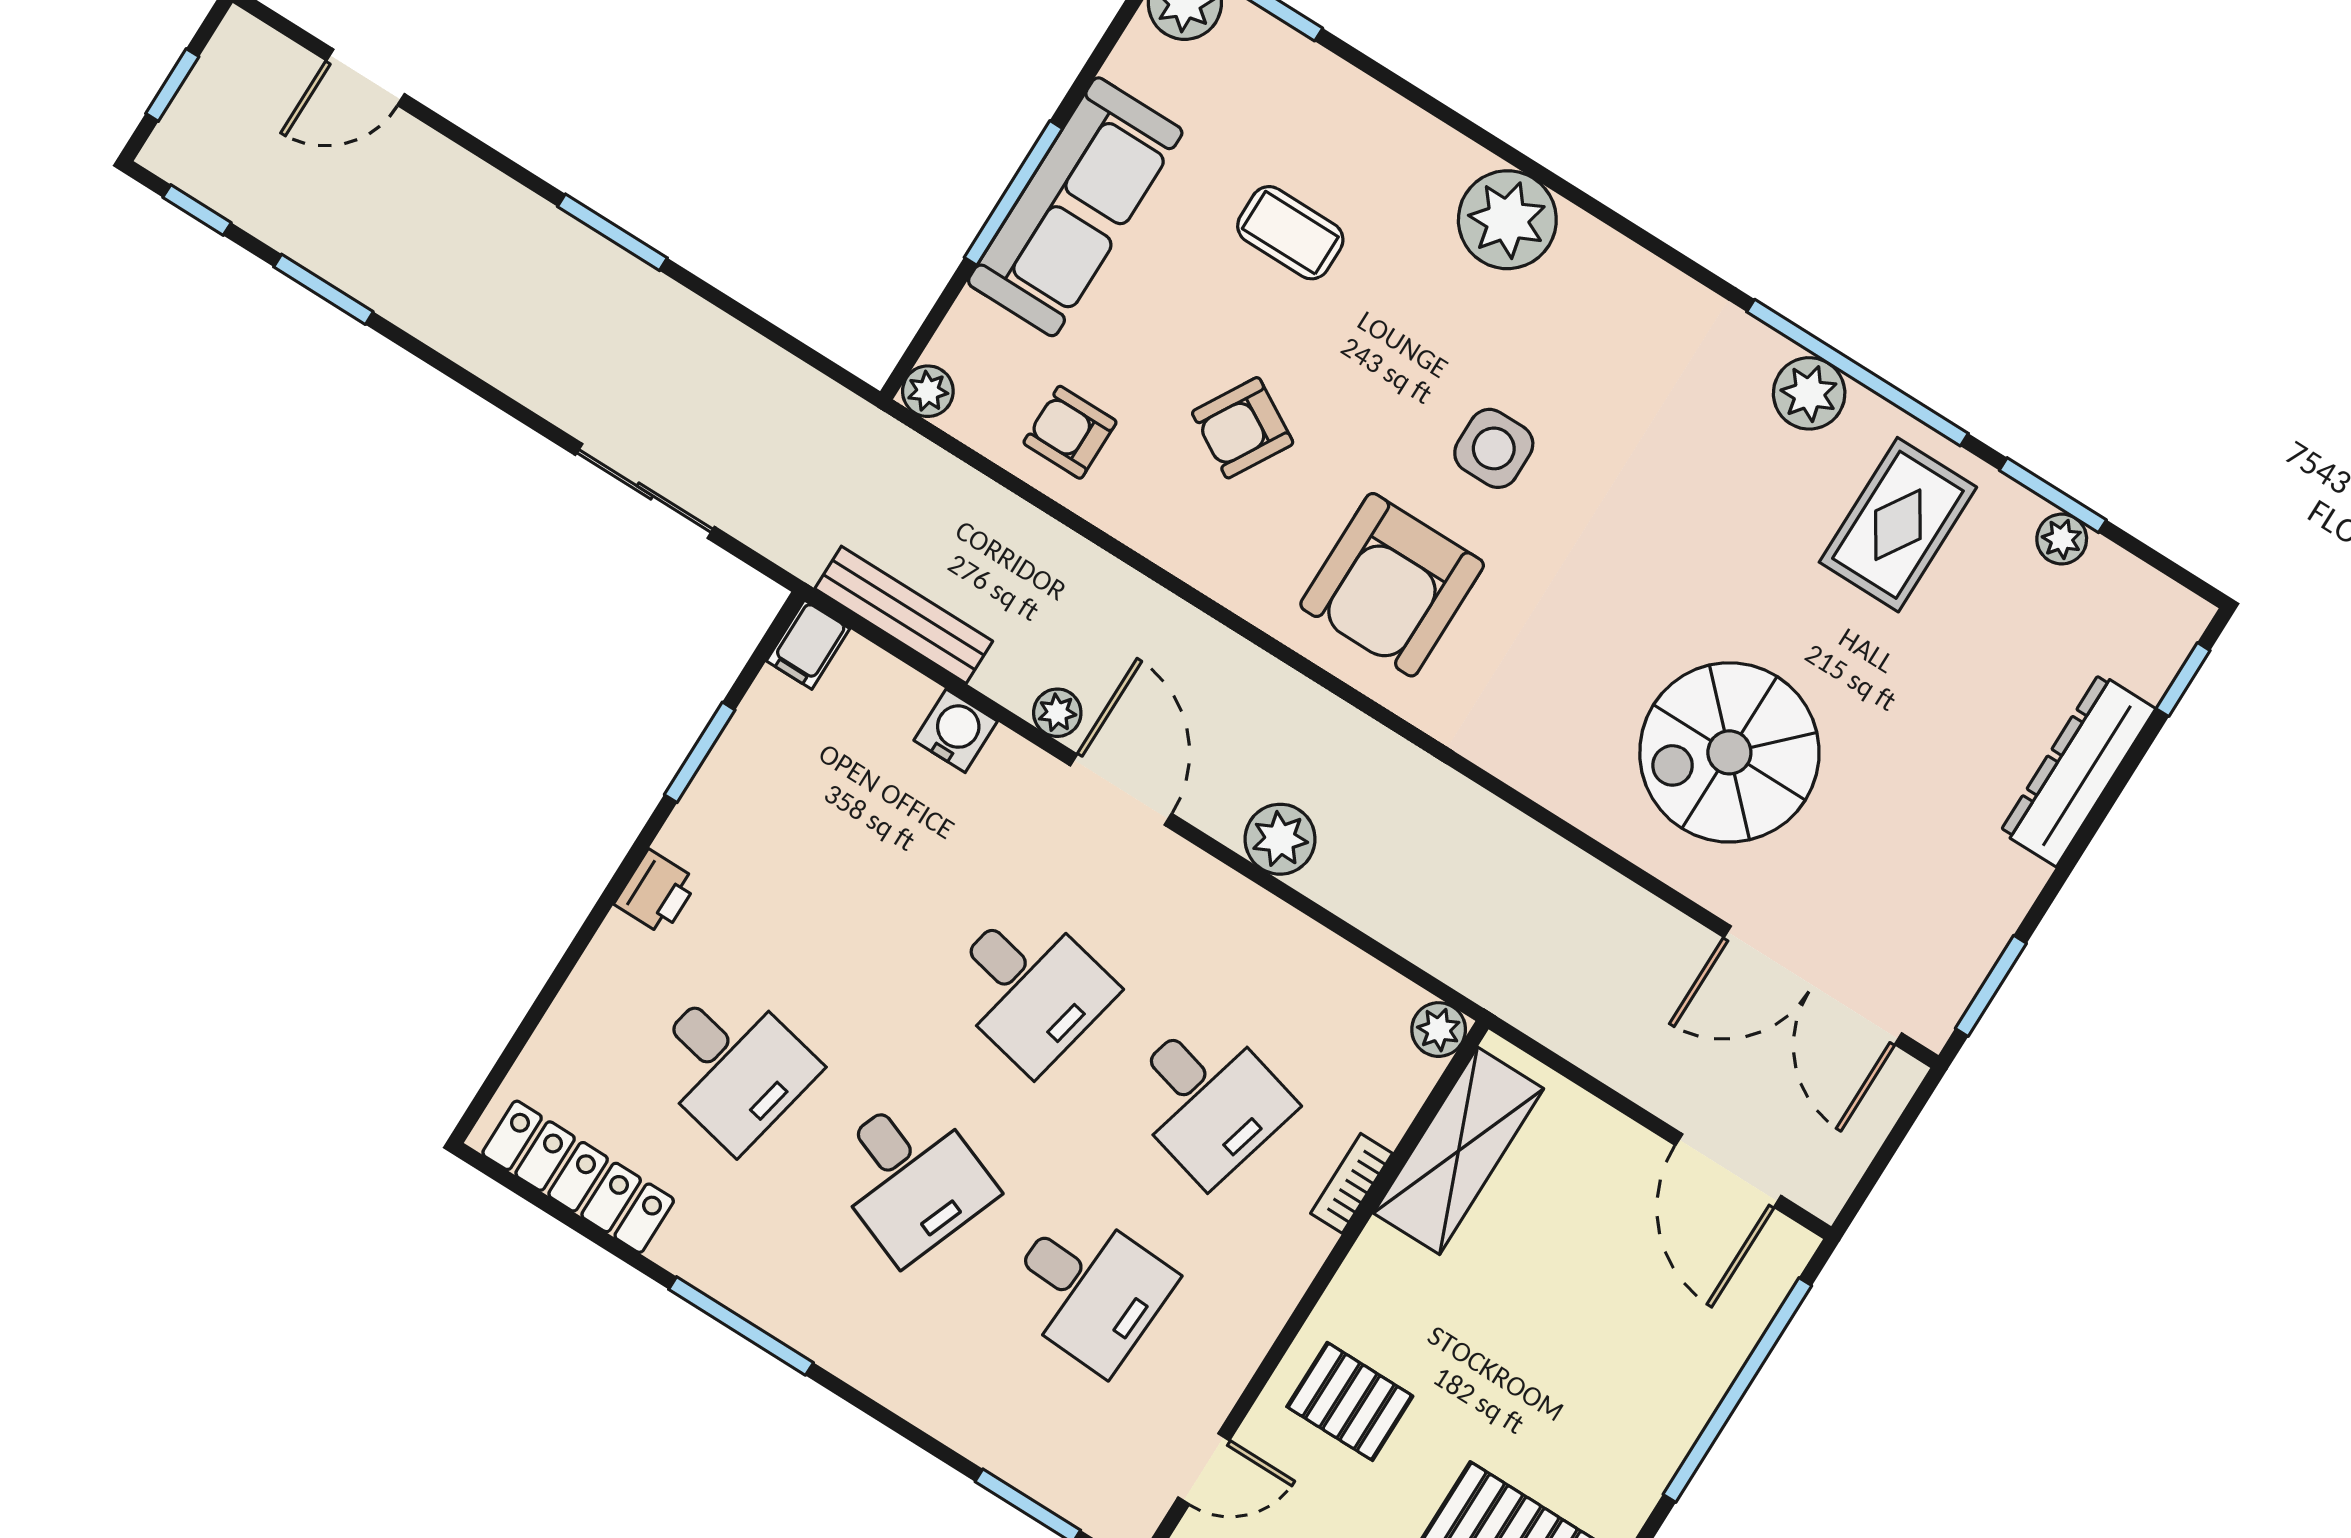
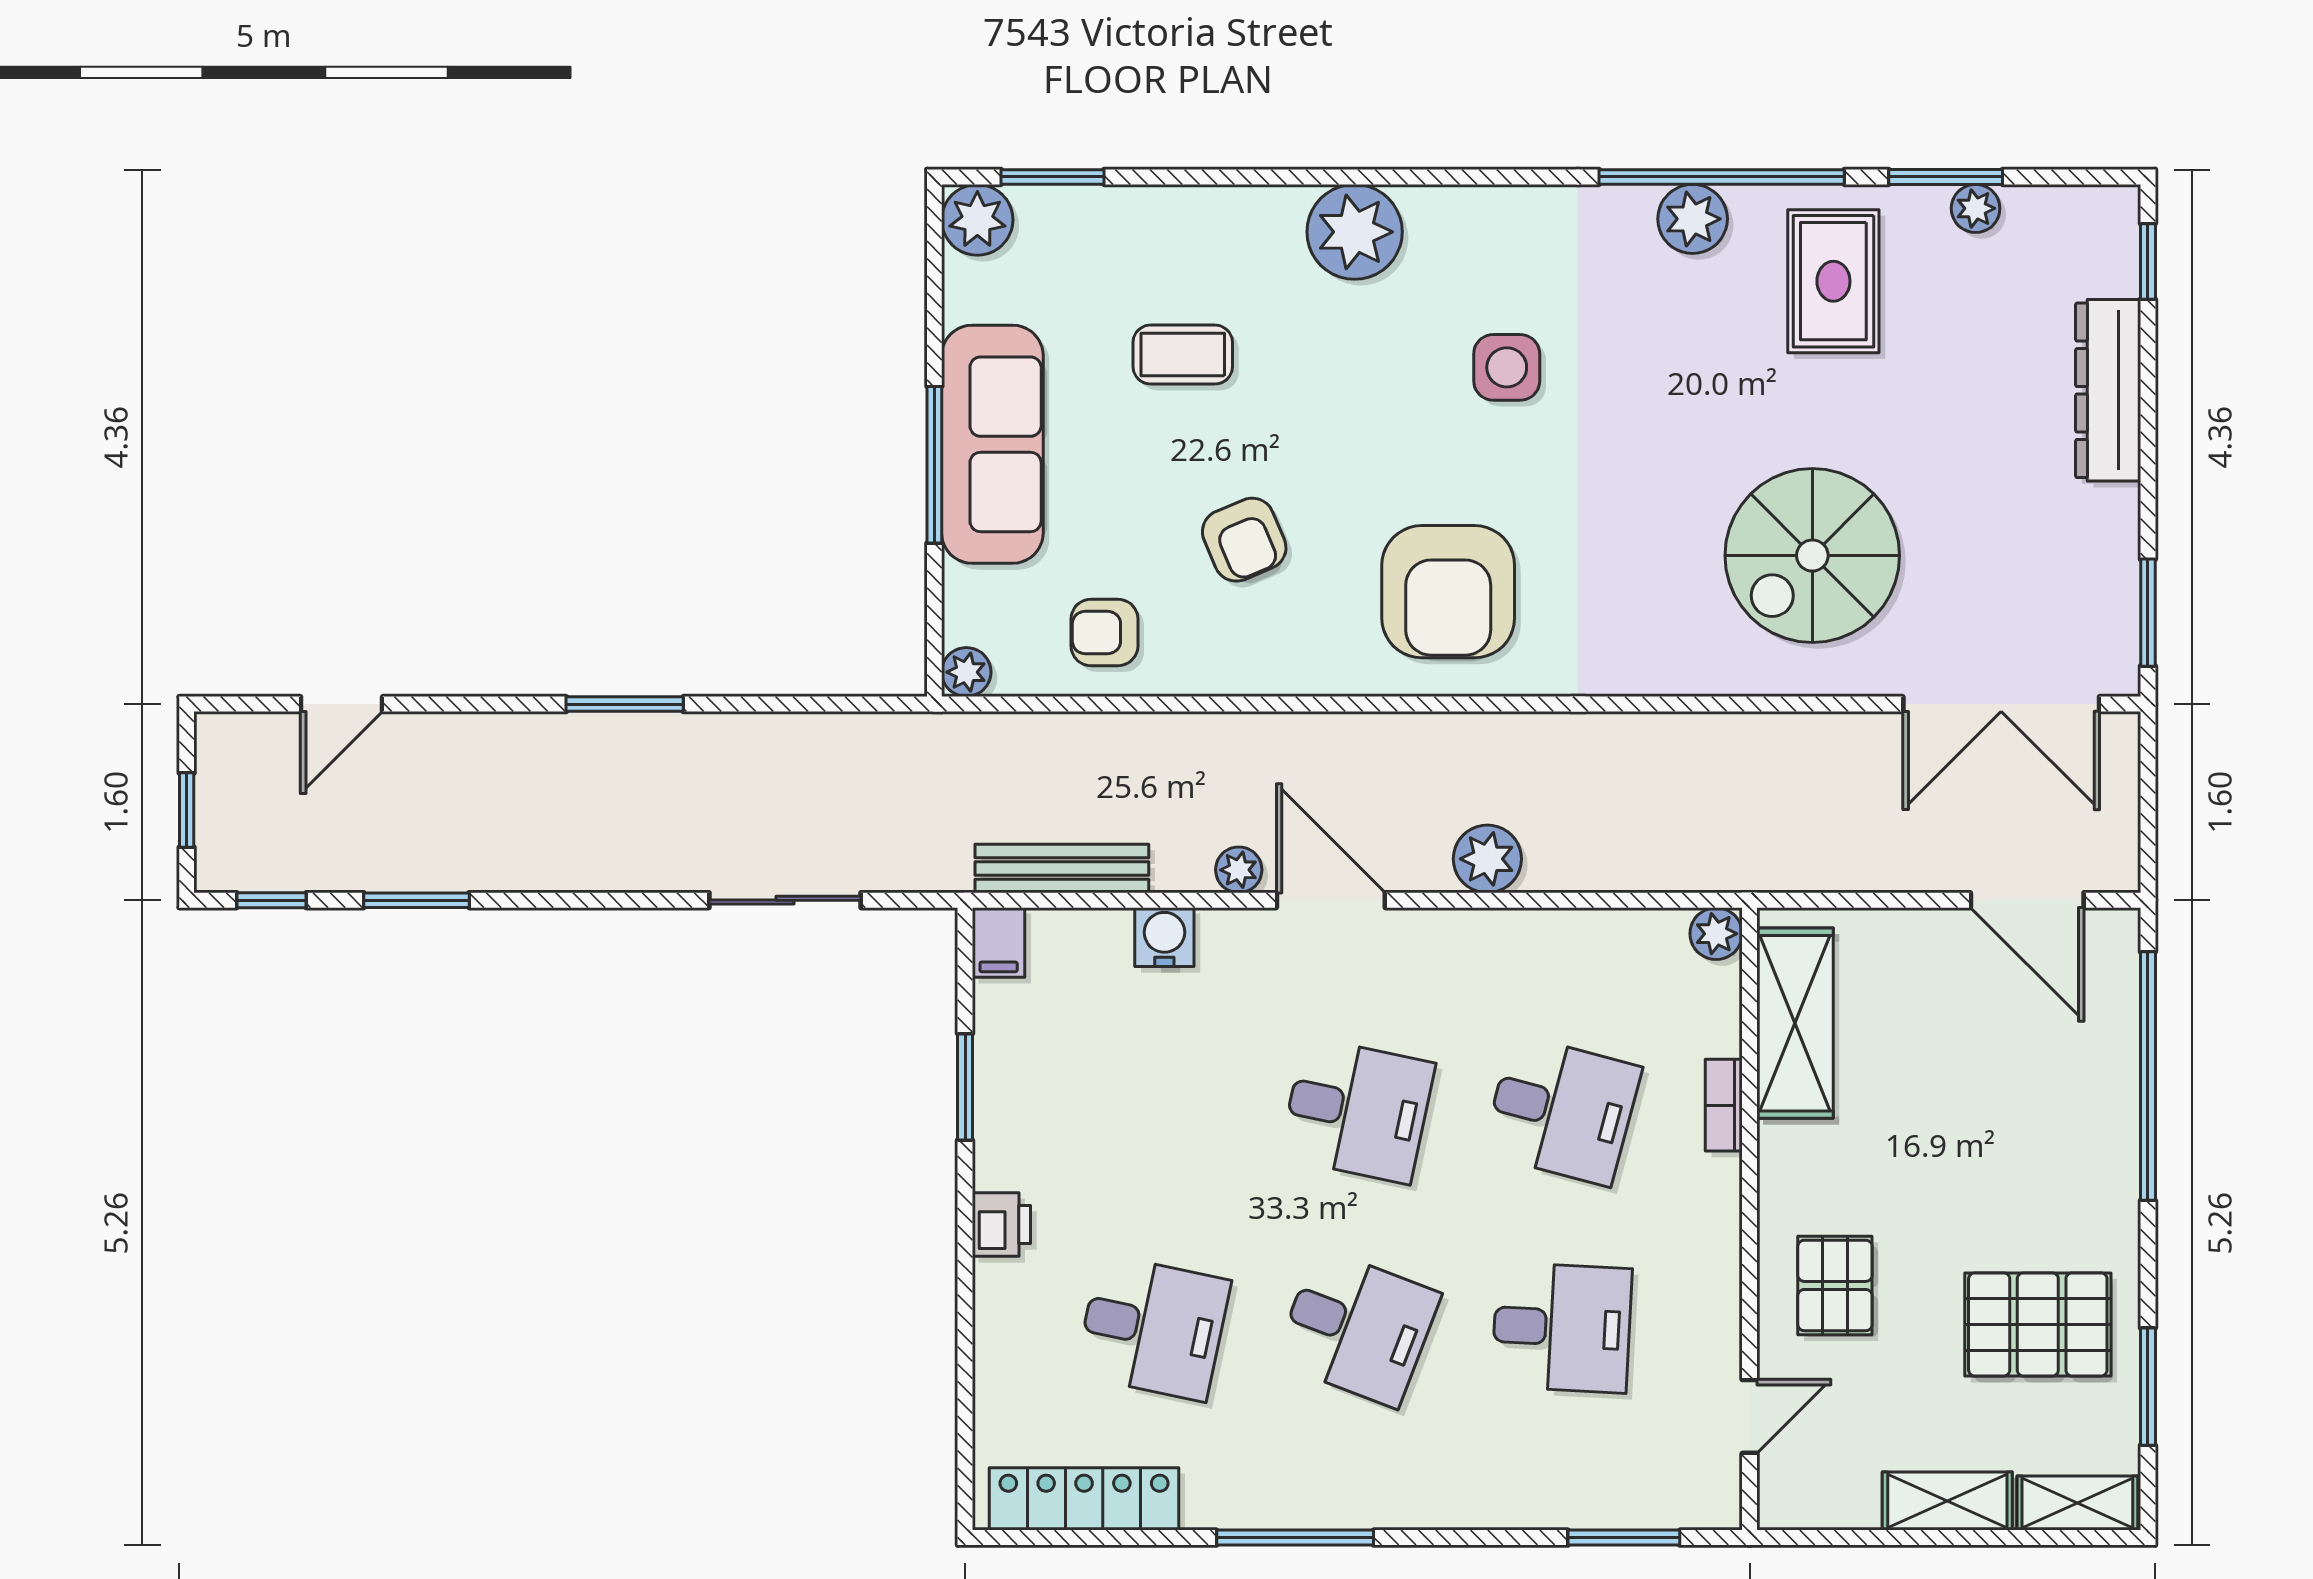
armchair: (1243, 428) -> (1244, 540), turned -53
side table: (1494, 448) -> (1507, 367), moved
pallet: (1350, 1401) -> (1835, 1285), turned 90

